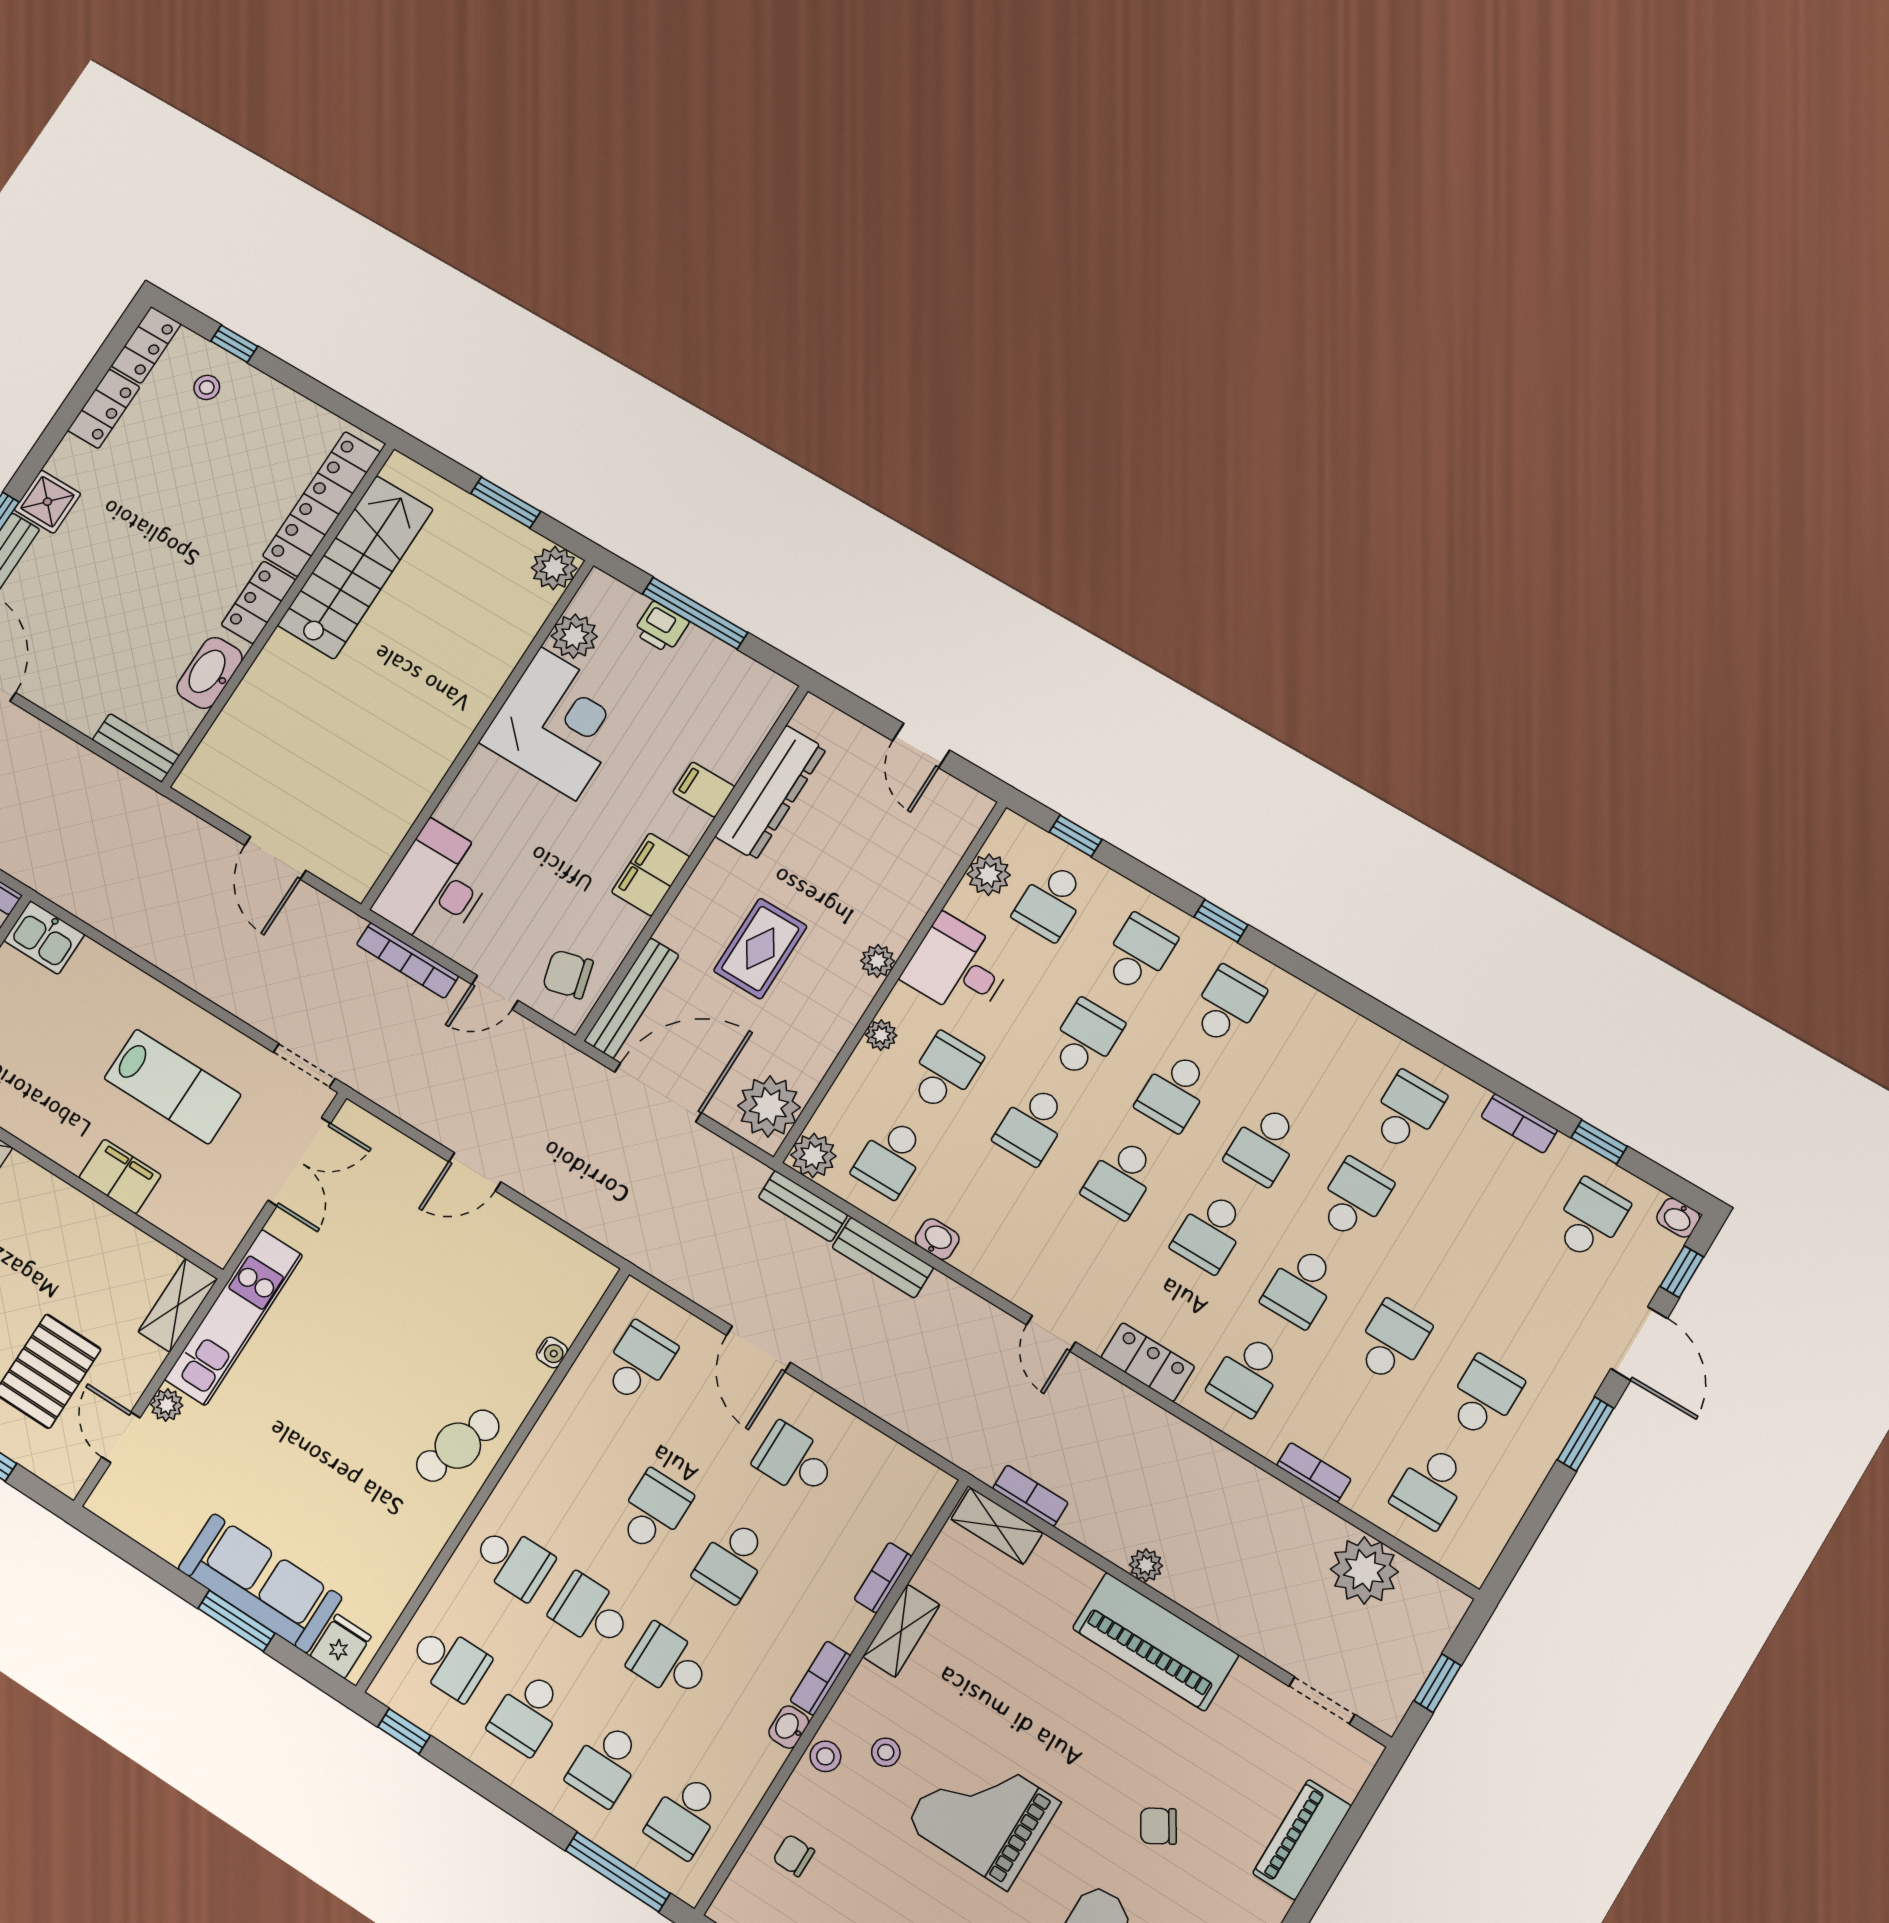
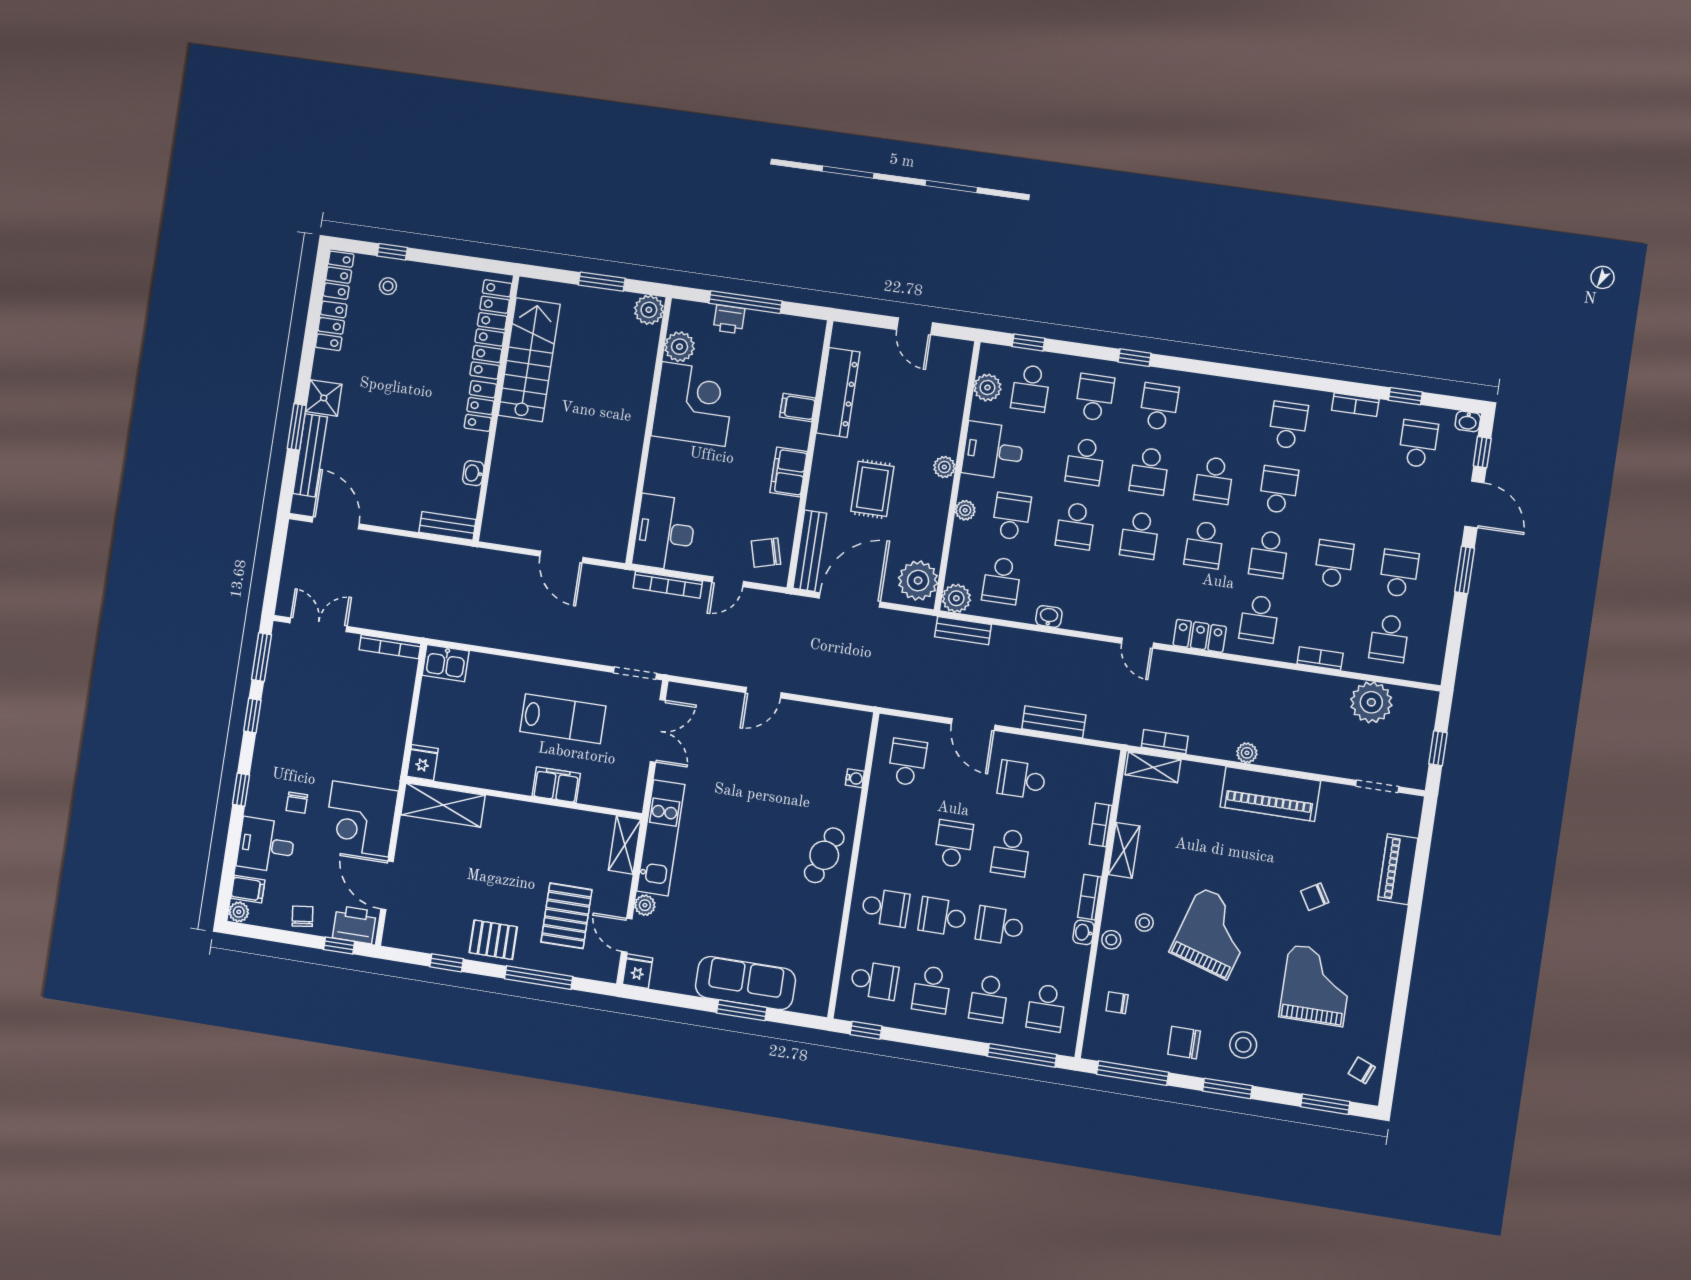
washbasin: (209, 673) -> (473, 473), width x0.52, depth x0.69
school desk: (1086, 1039) -> (1085, 462), turned 180
bench: (883, 1258) -> (1054, 722), moved
fridge: (341, 1646) -> (638, 971), moved
grand piano: (983, 1814) -> (1214, 933), turned 107

